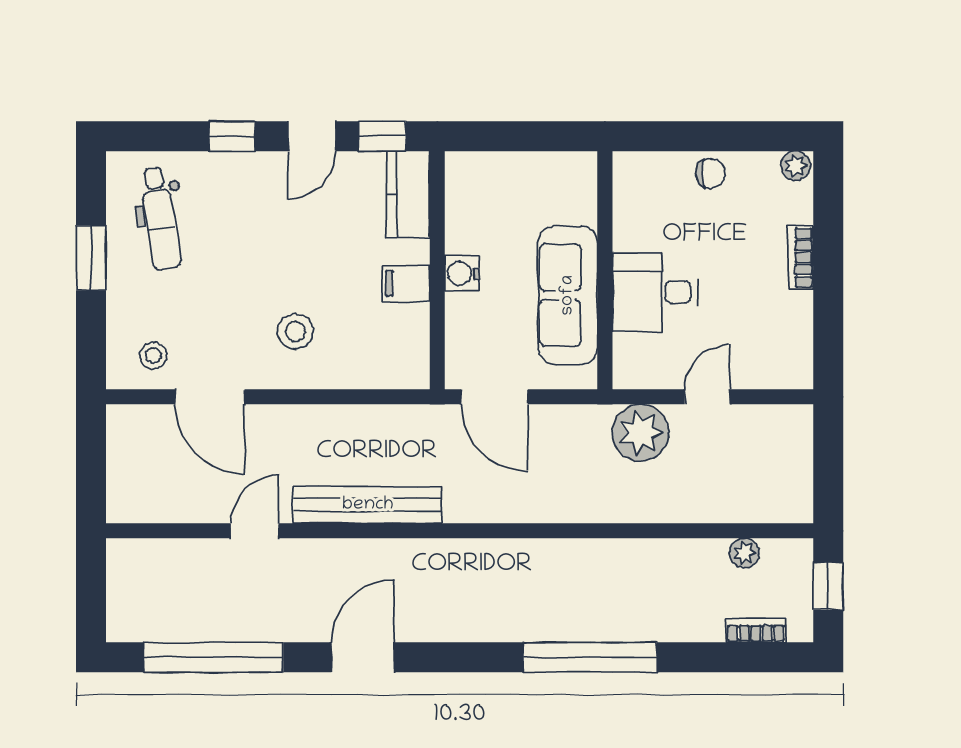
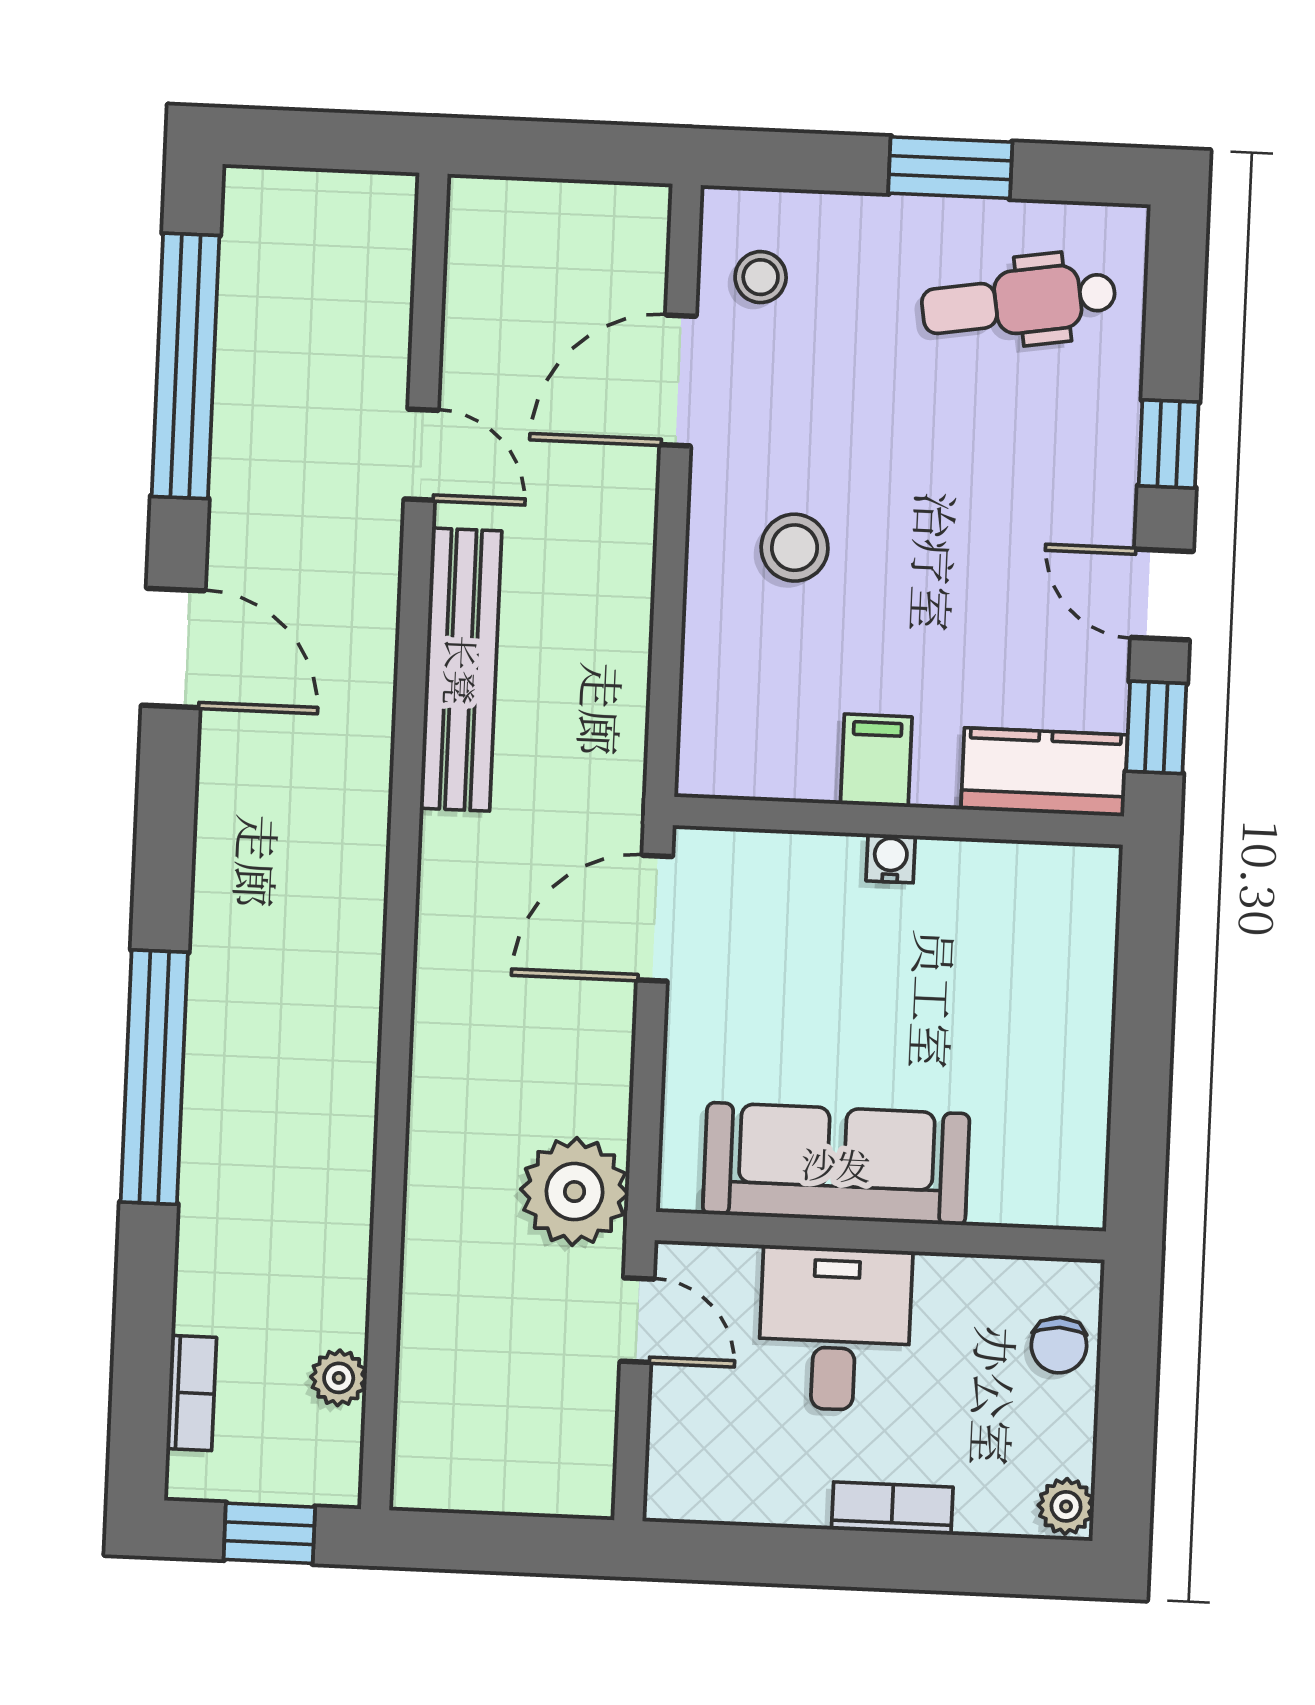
wall: (605, 270) -> (880, 1236), moved
water cooler: (462, 273) -> (891, 858), width x0.72, depth x0.72
desk: (655, 292) -> (835, 1329), moved
sofa: (568, 295) -> (836, 1164), moved

